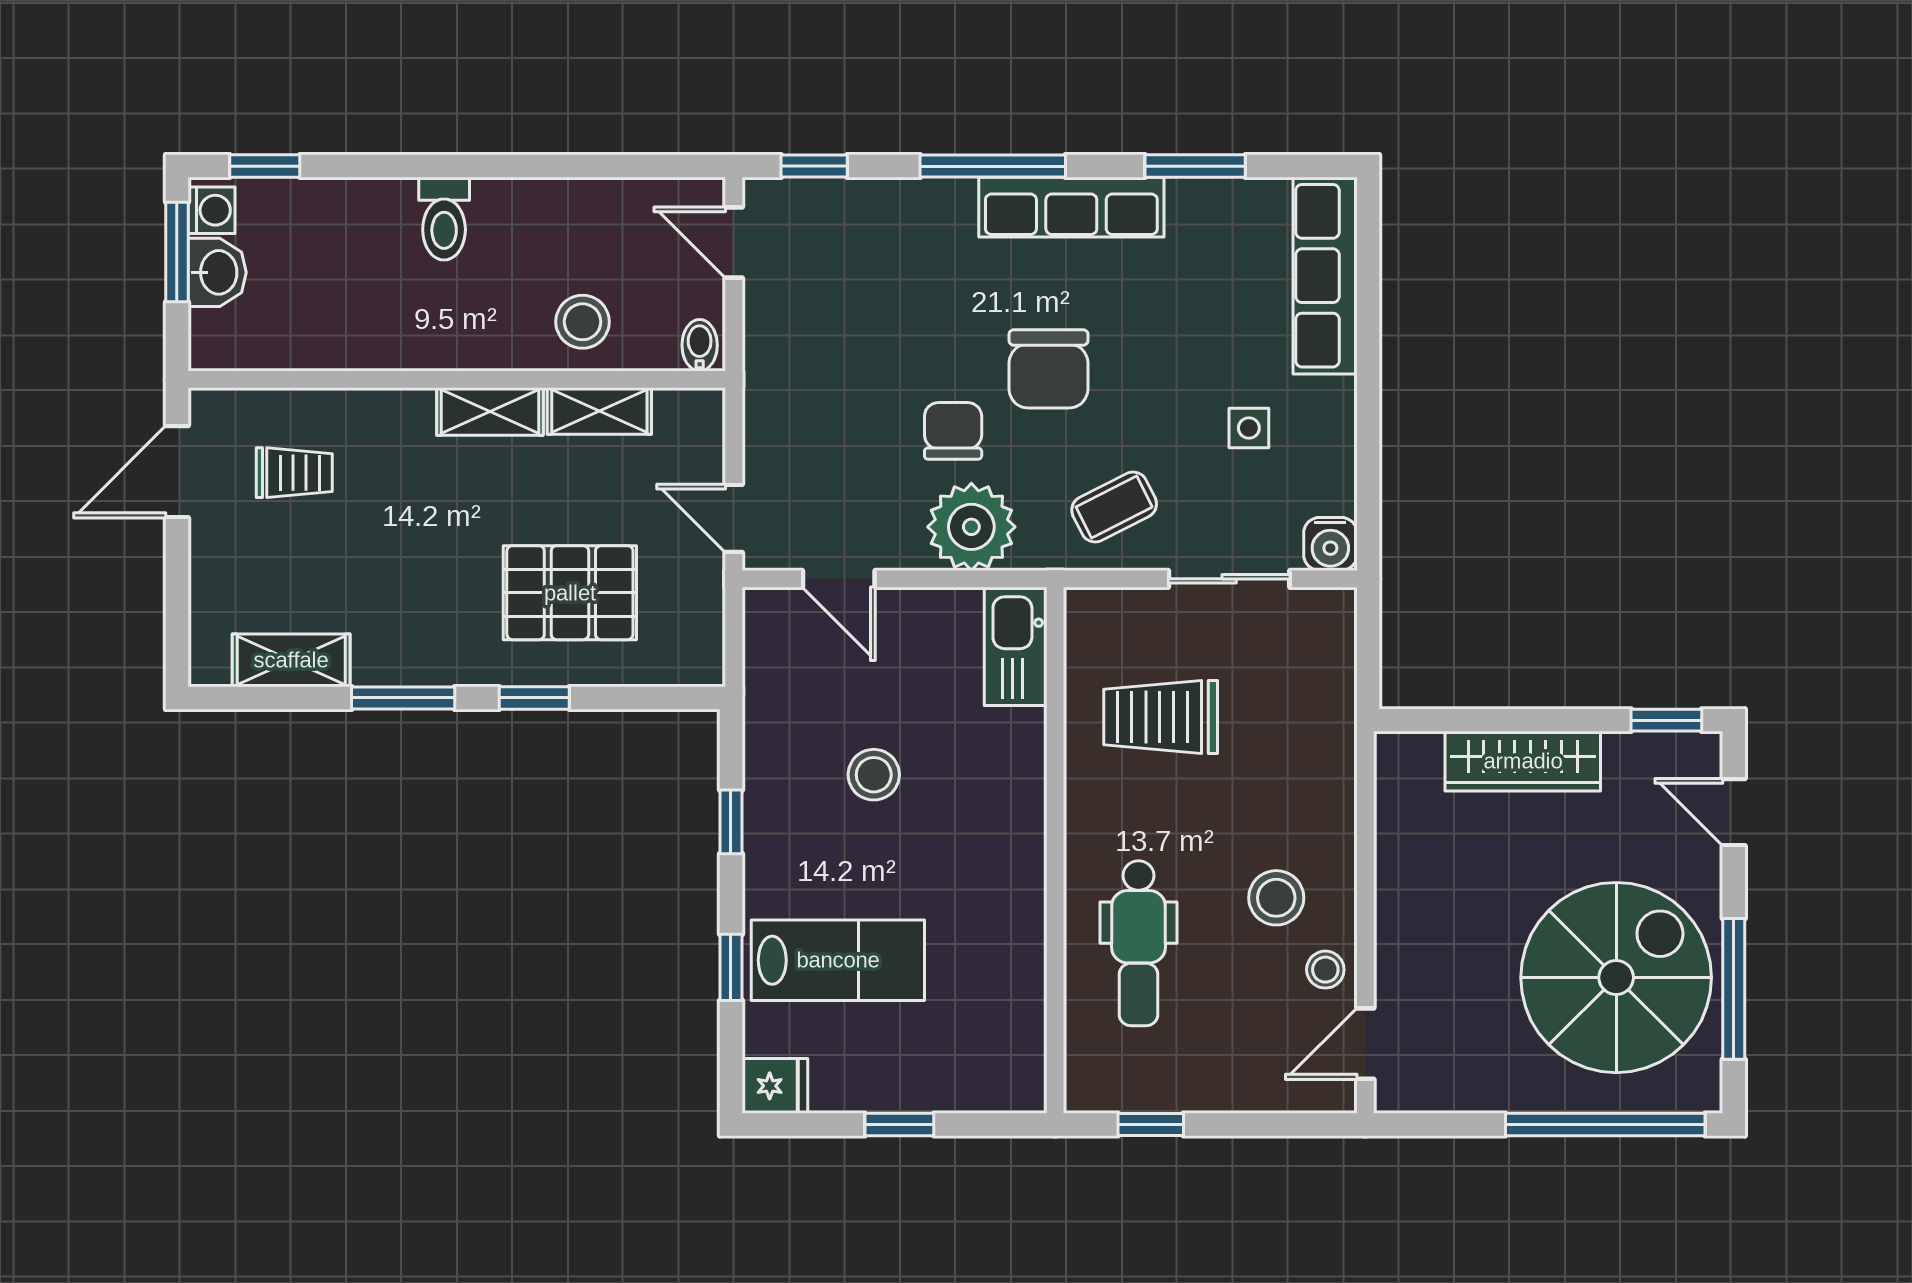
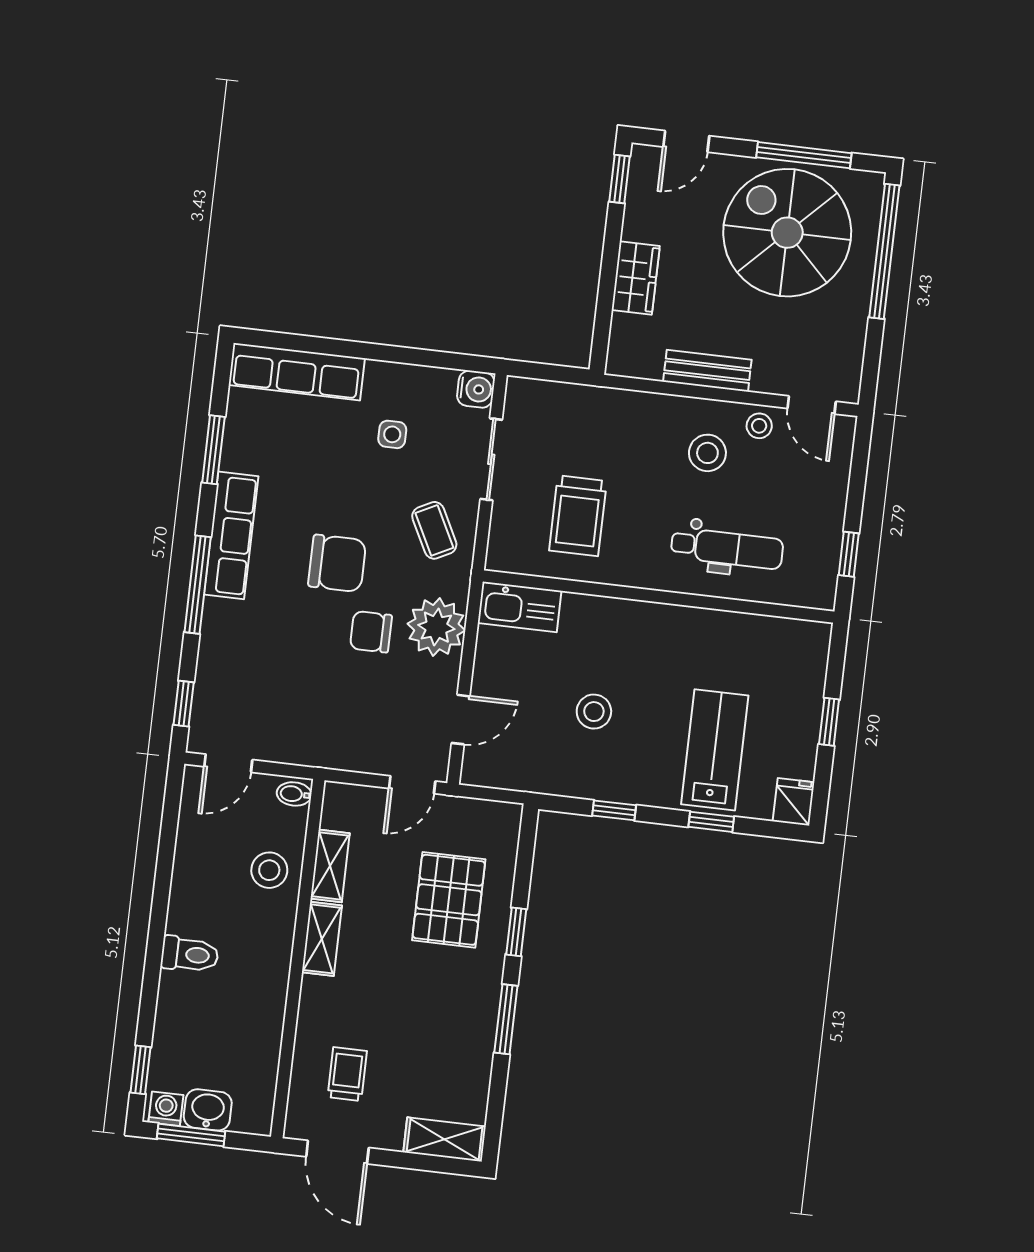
shelving: (291, 660) -> (445, 1139), moved, turned 90
wardrobe: (1523, 761) -> (636, 278), width x0.67
bench: (1398, 883) -> (707, 371), added

